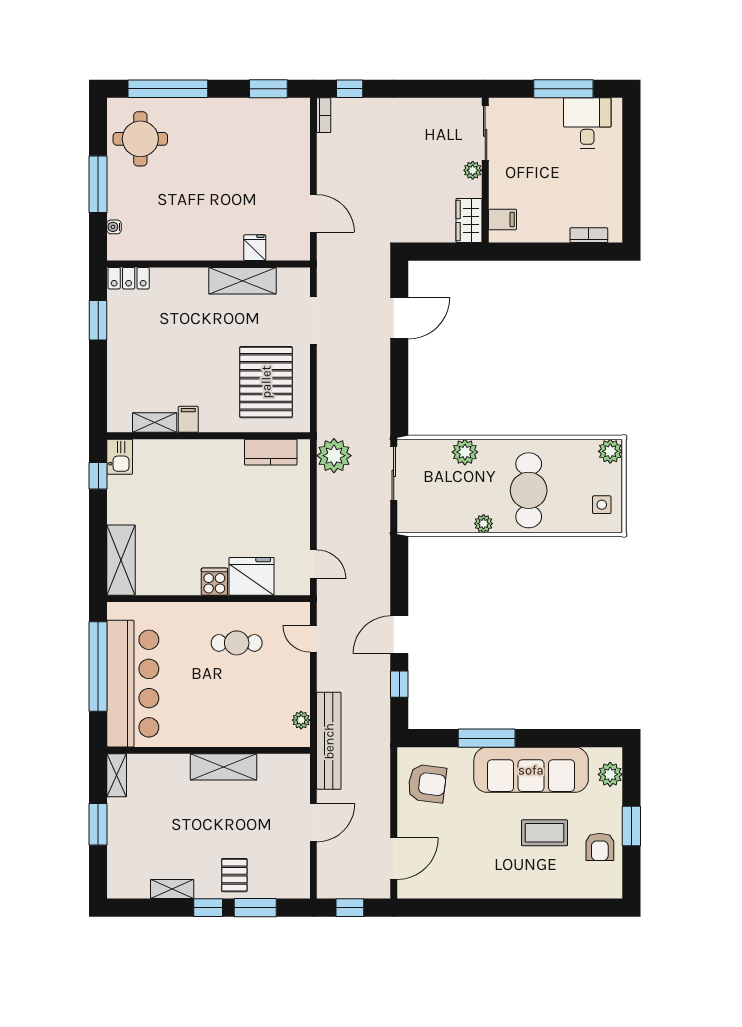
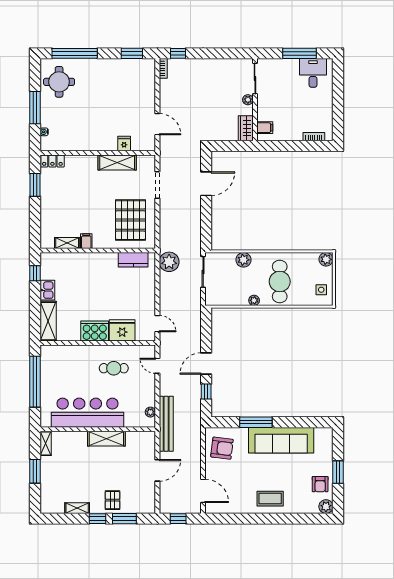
kitchen sink: (120, 457) -> (47, 290), moved
cooker: (214, 582) -> (95, 331), width x1.87, depth x1.31
bar counter: (133, 684) -> (87, 413), moved, turned -90
plant: (610, 774) -> (326, 507), moved
coffee table: (544, 833) -> (270, 499), moved
door: (394, 859) -> (203, 491), hinge flipped

